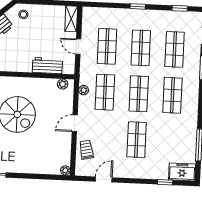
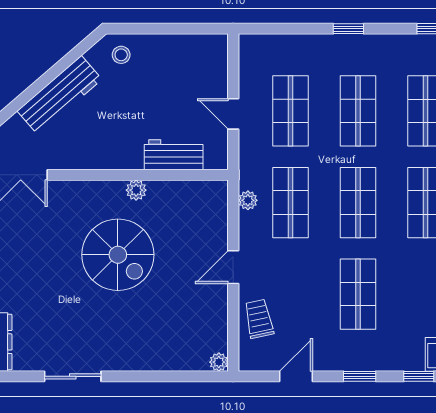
shelving: (71, 19) -> (217, 59), removed
plant: (63, 84) -> (136, 190), moved
window: (136, 181) -> (360, 376), added

